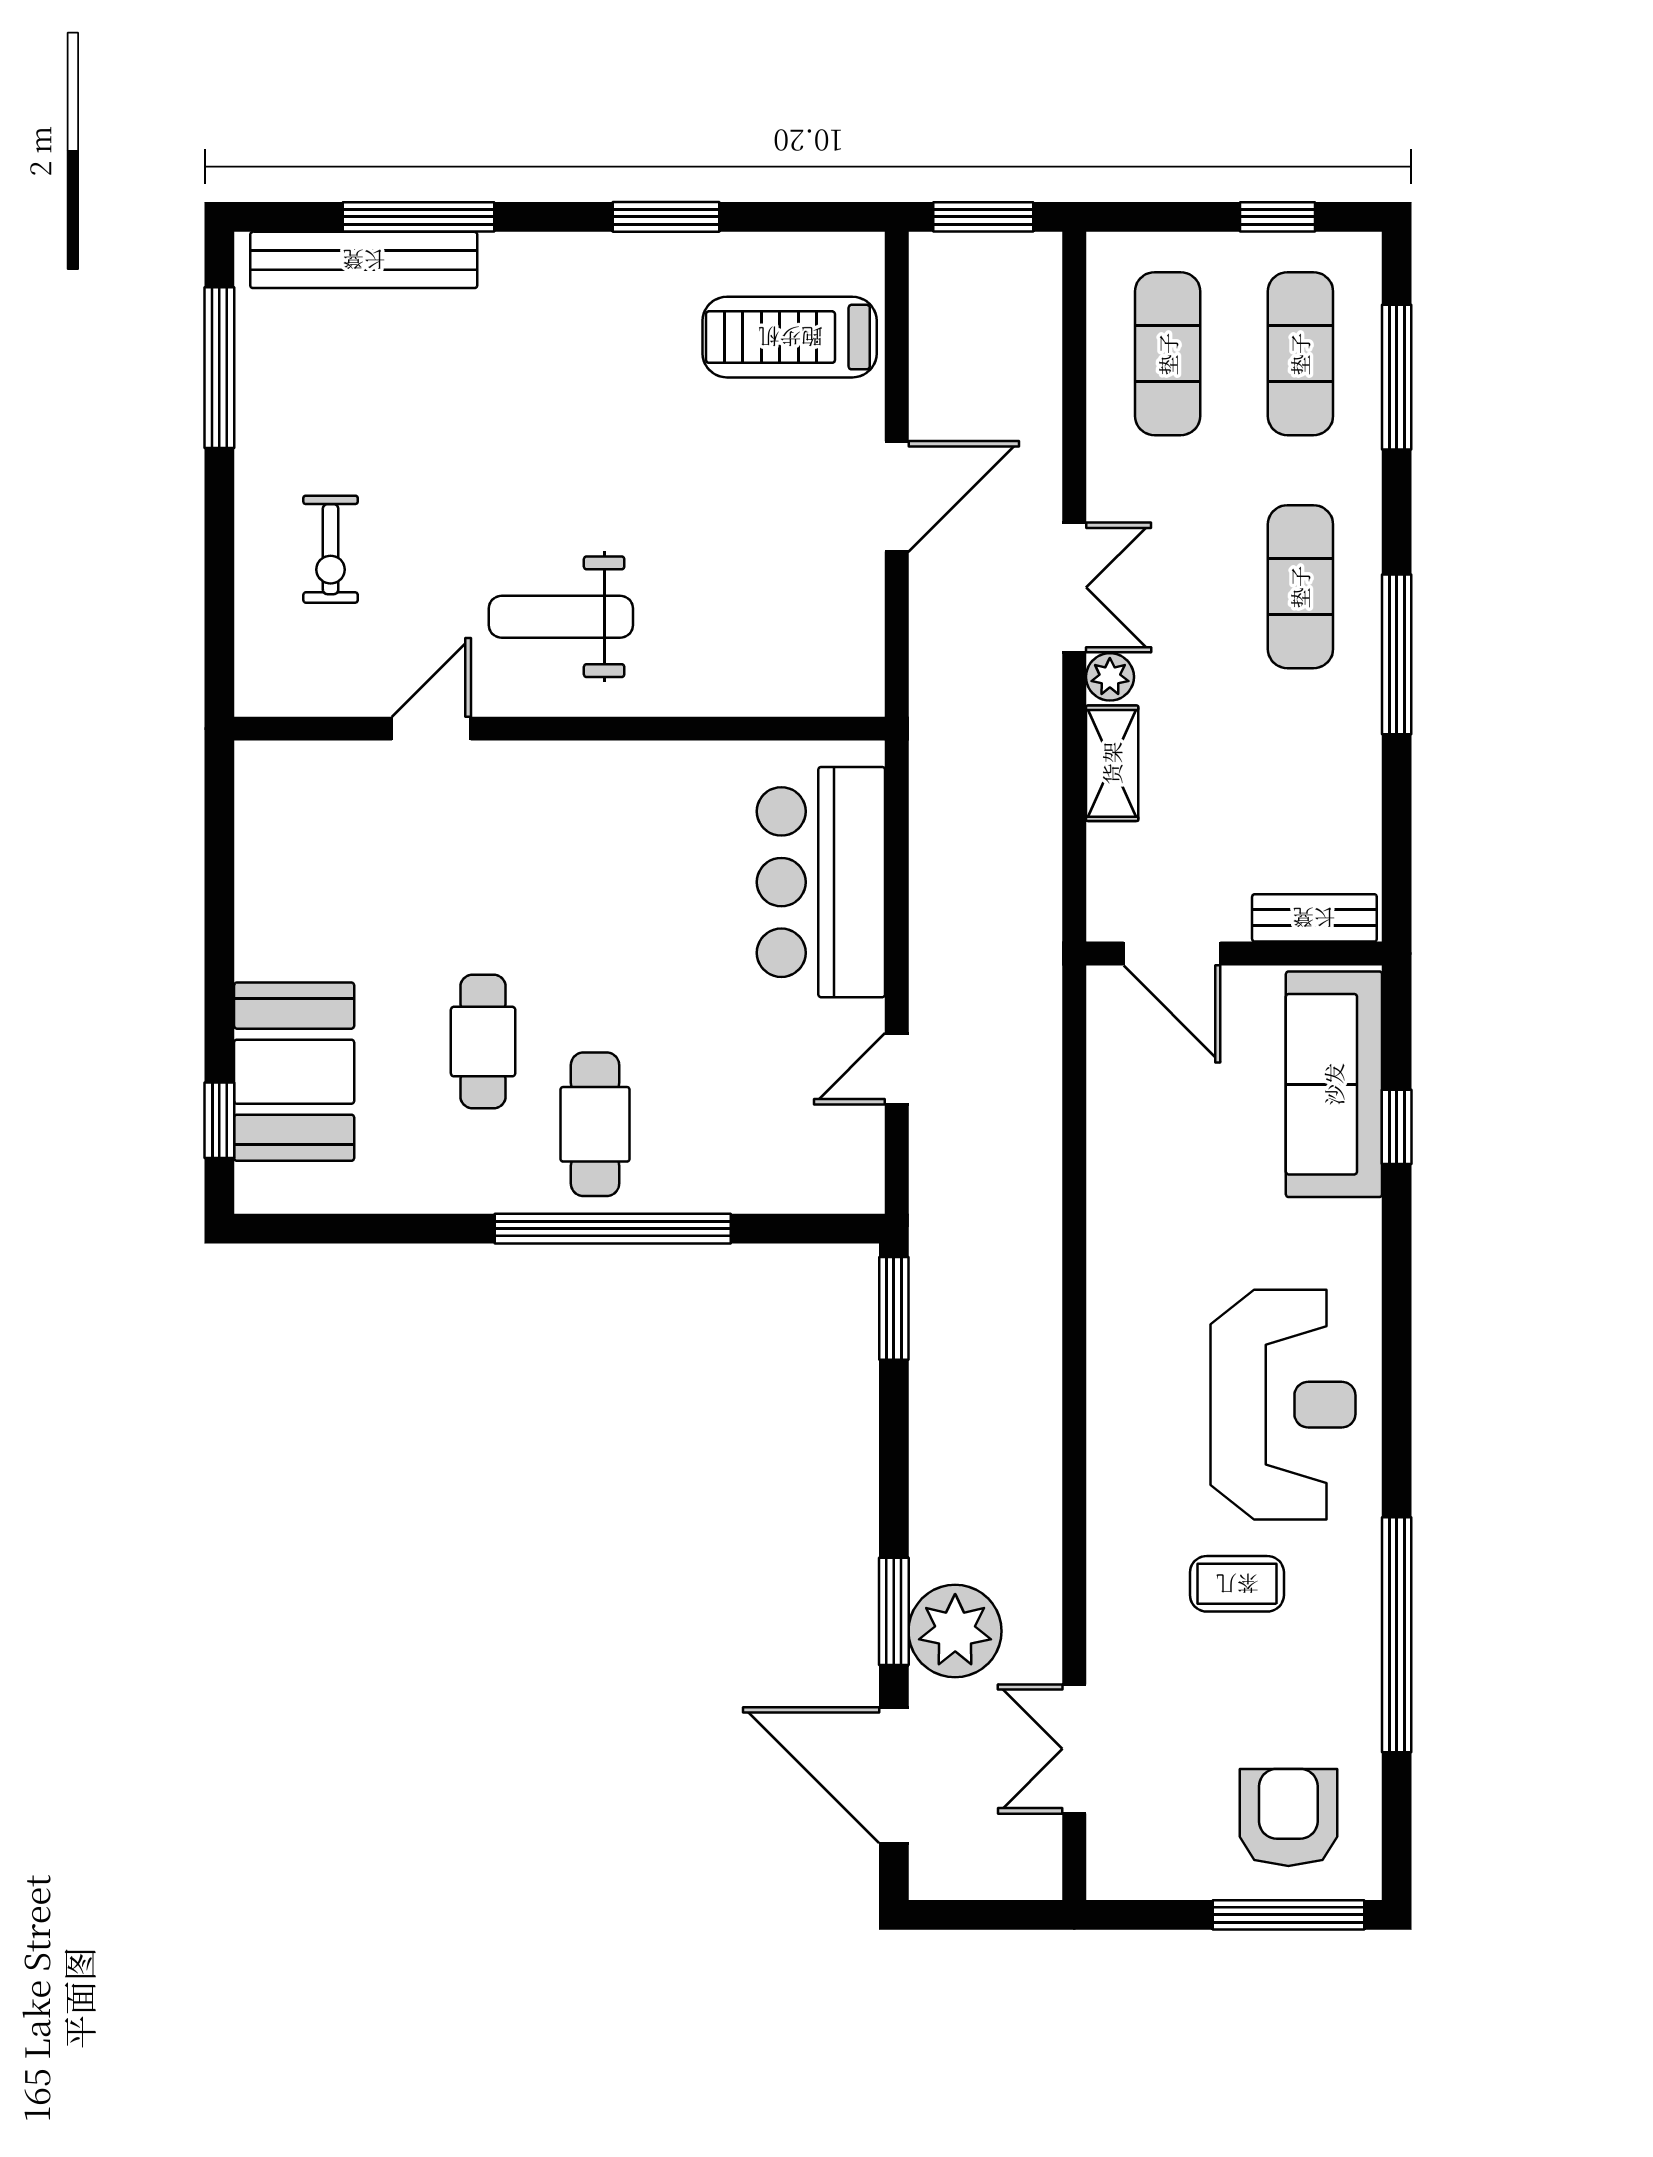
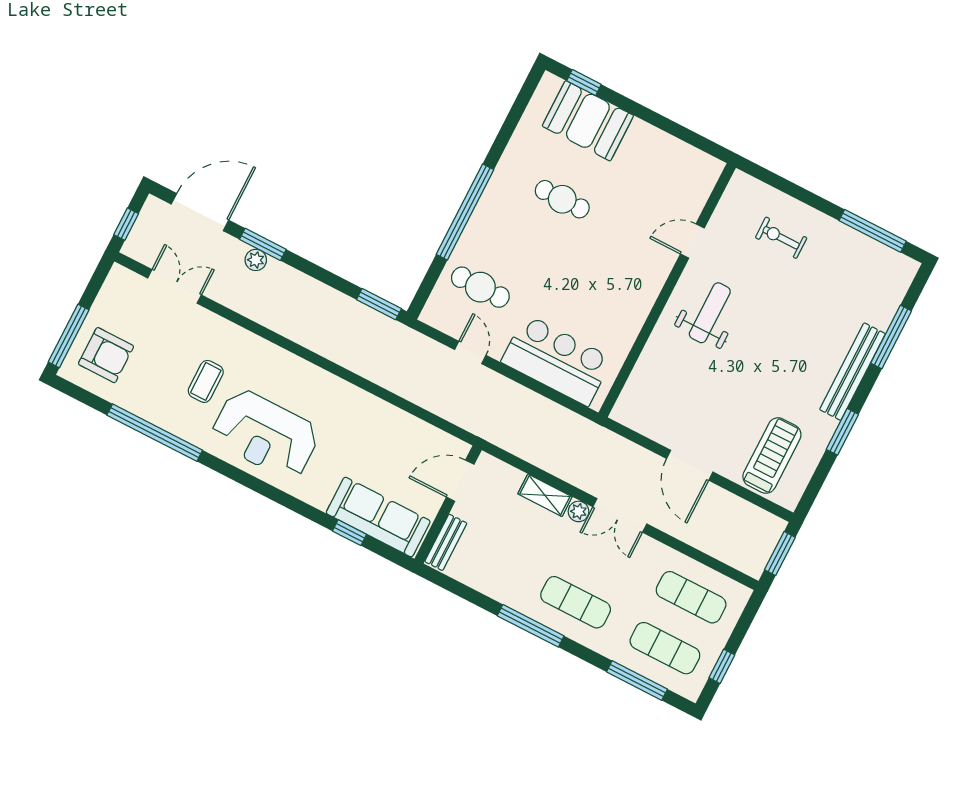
bench: (364, 260) -> (852, 372), moved
door: (431, 729) -> (692, 241), swing flipped
cafe table: (595, 1124) -> (480, 287), moved
plant: (955, 1631) -> (256, 260), width x0.53, depth x0.53
window: (997, 1915) -> (126, 224), added

